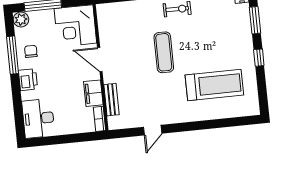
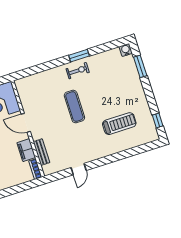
window: (259, 58) -> (158, 121), moved
treadmill: (214, 85) -> (119, 124), width x0.73, depth x0.73

